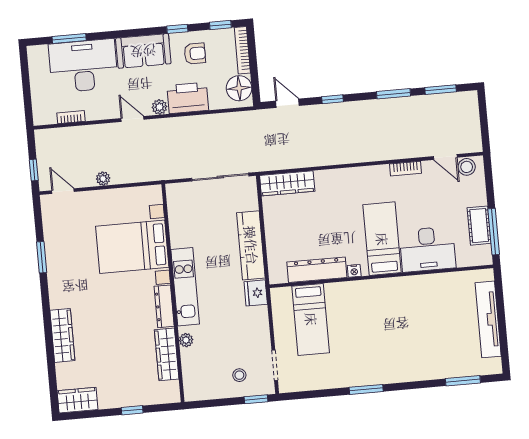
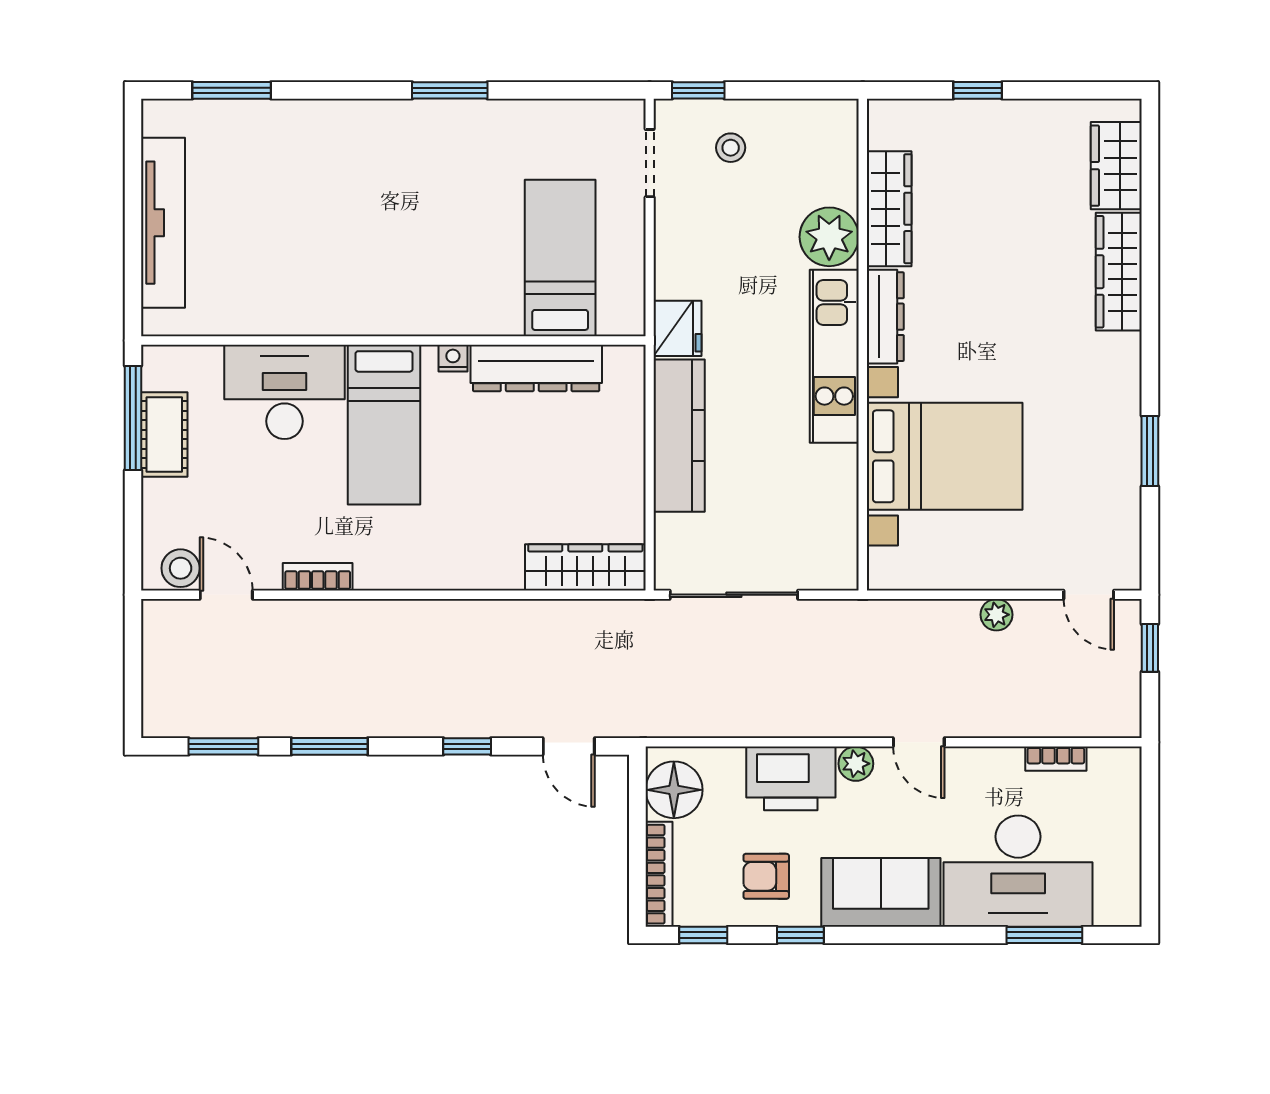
plant: (186, 340) -> (829, 237), width x1.88, depth x1.88
wardrobe: (78, 400) -> (1116, 166), moved, turned 90

